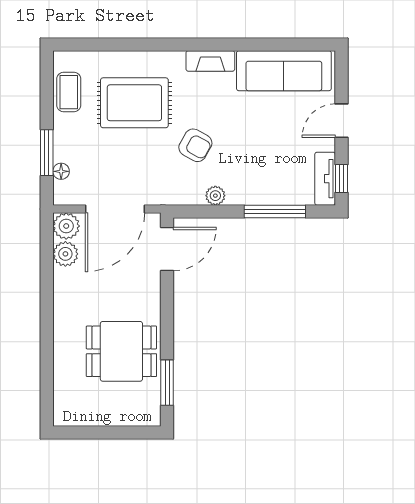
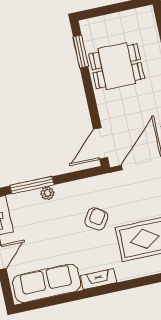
armchair: (195, 145) -> (96, 219), turned 94
plant: (215, 196) -> (47, 193), moved

